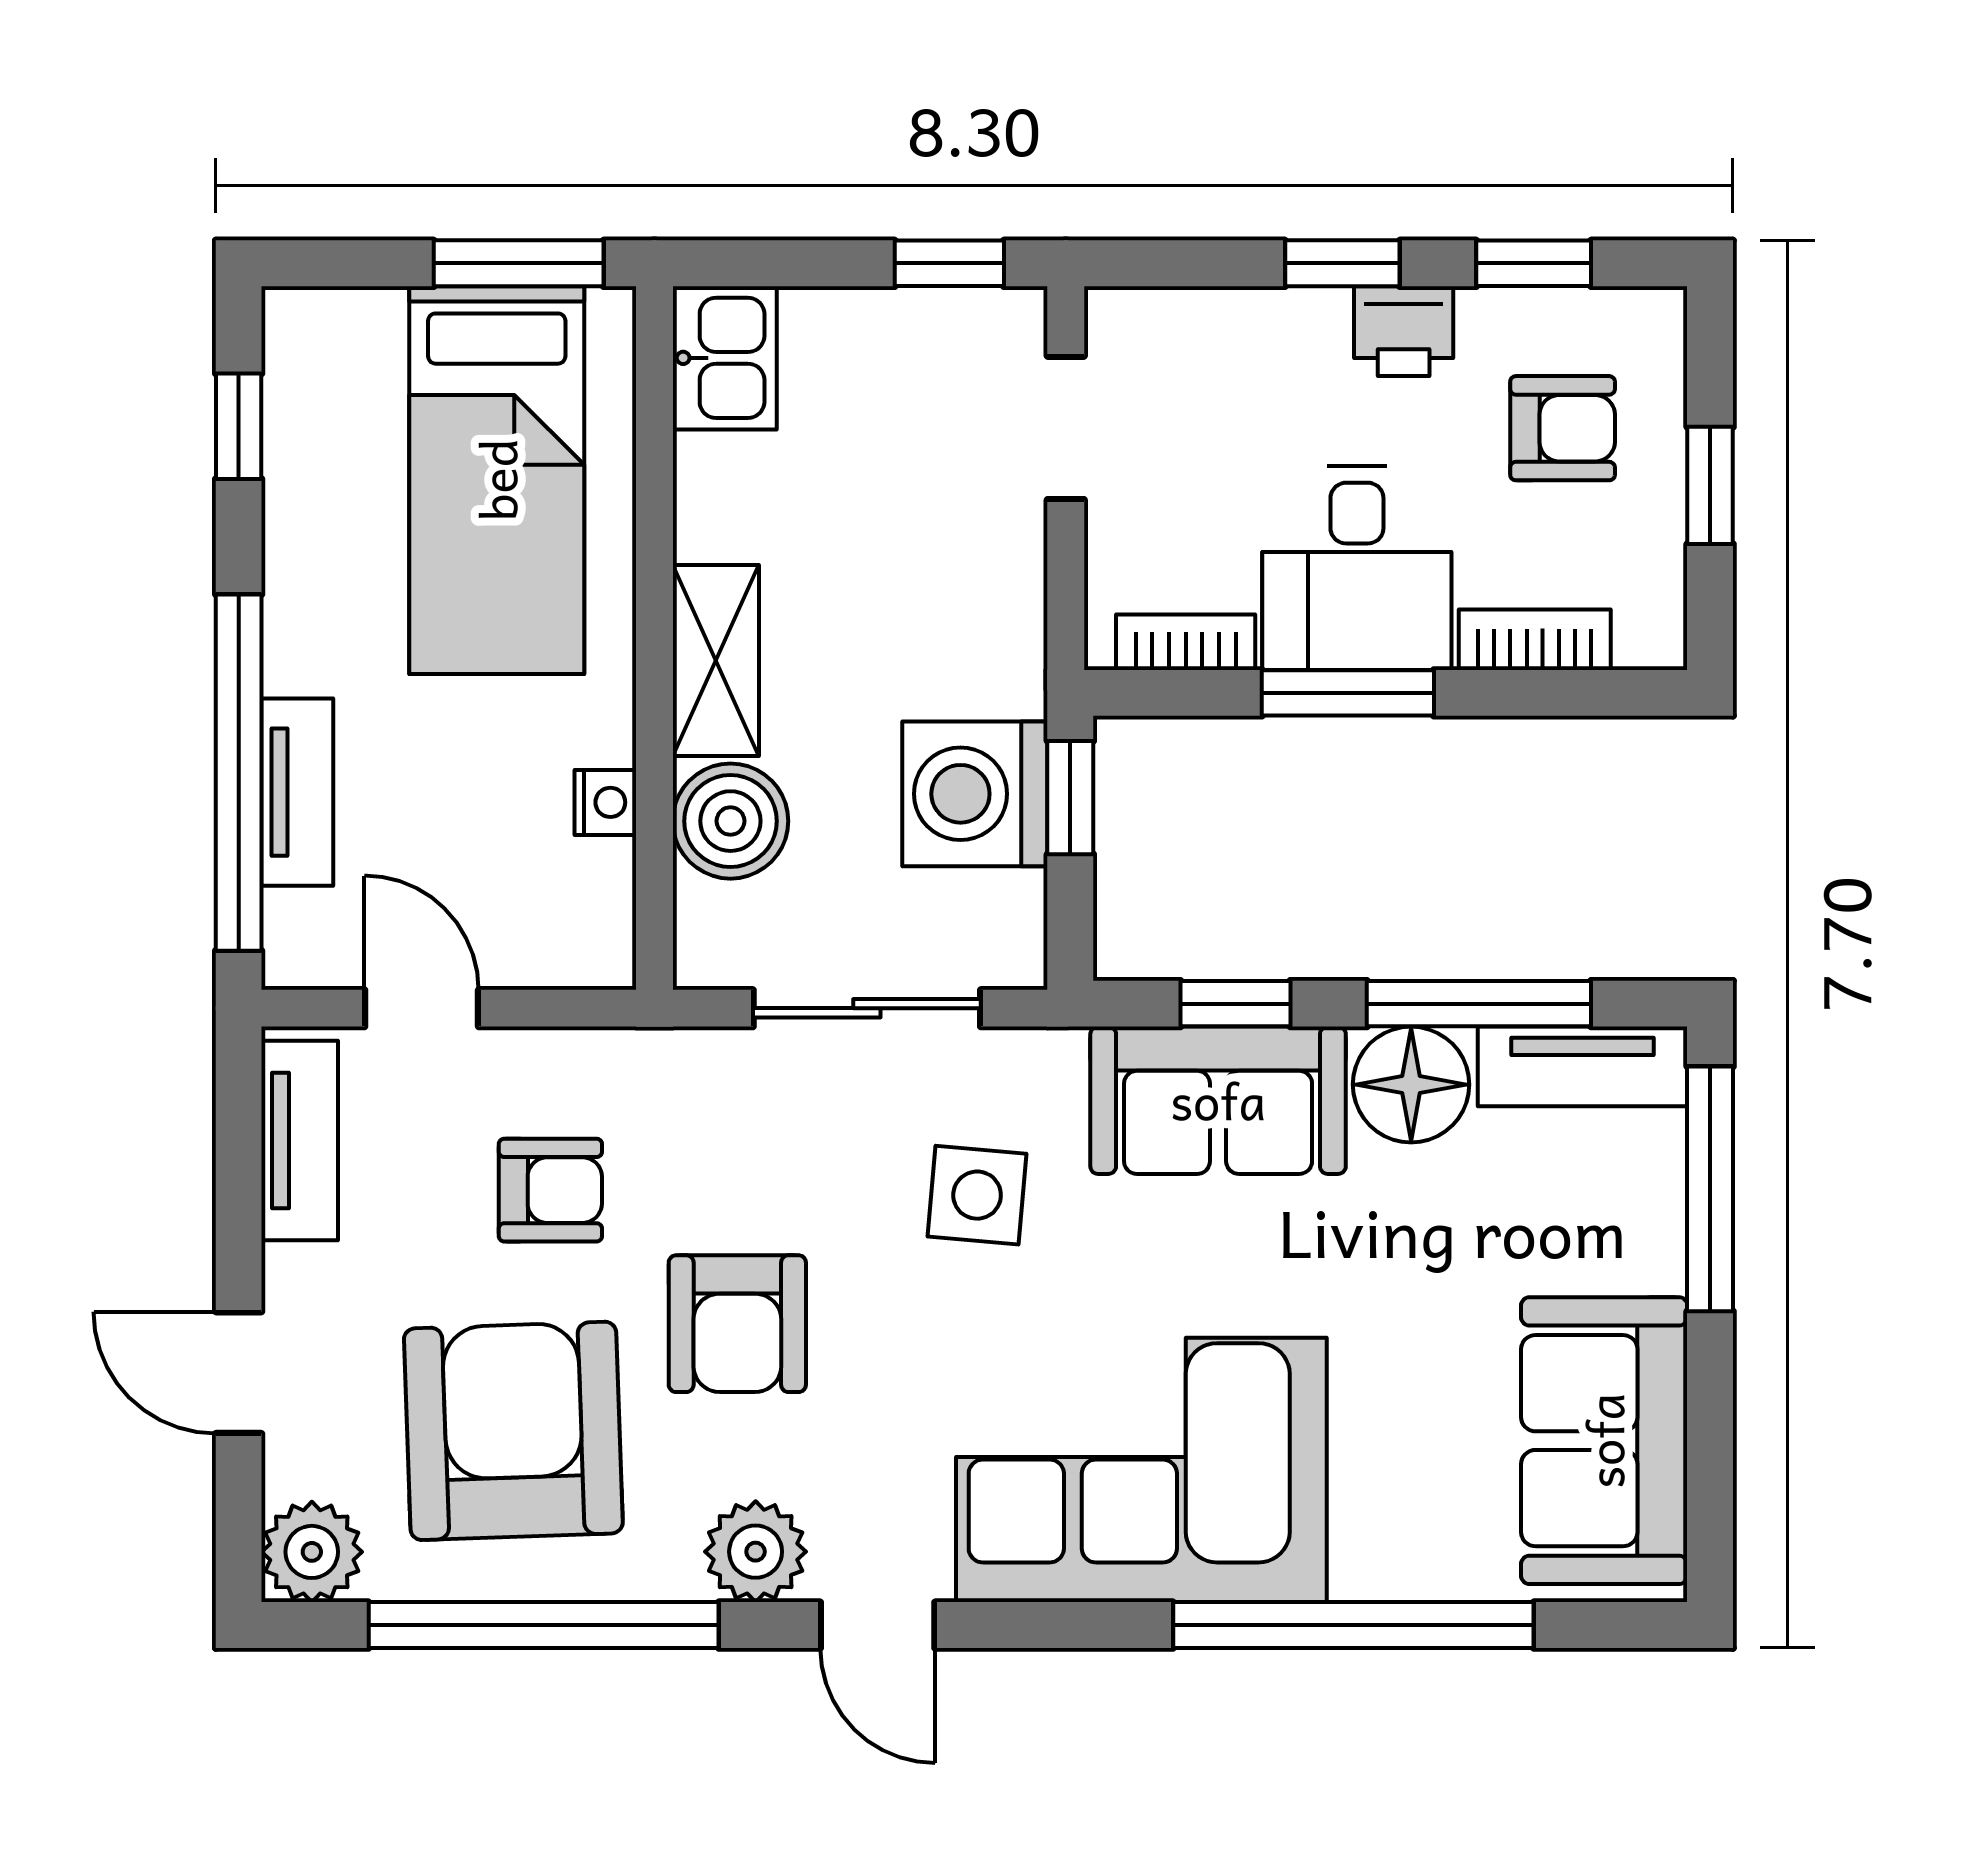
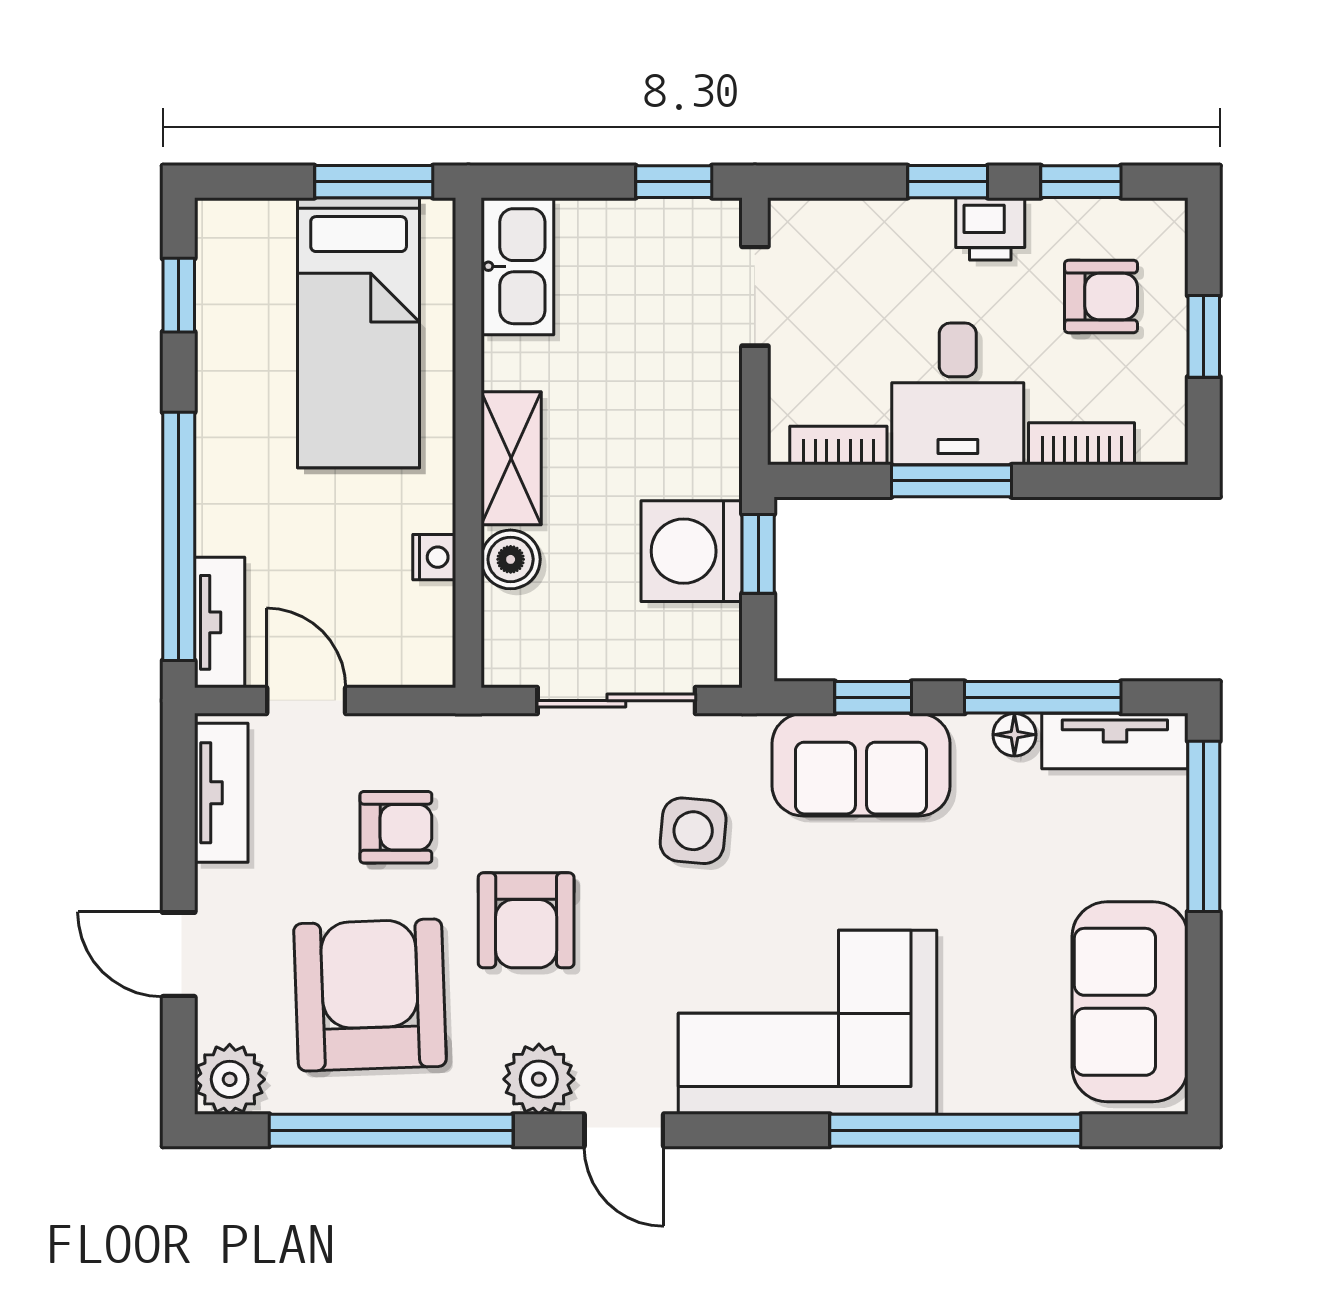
kitchen sink: (725, 358) -> (517, 266), width x1.38
tv unit: (297, 792) -> (220, 622), moved
boiler: (730, 821) -> (511, 559), width x0.73, depth x0.73
floor lamp: (1411, 1085) -> (1014, 735), width x0.53, depth x0.53

